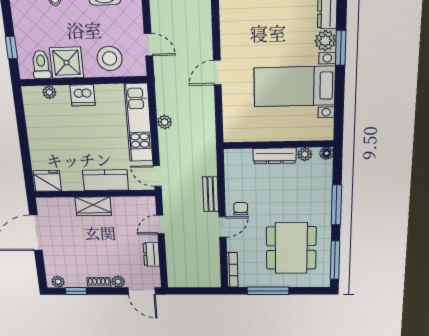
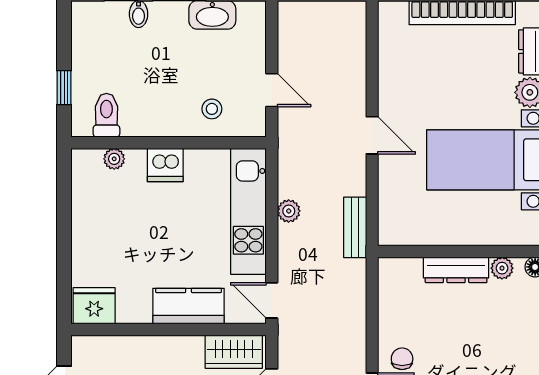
stool: (110, 58) -> (212, 109), width x0.53, depth x0.53
shower: (66, 63) -> (146, 113), removed
door: (217, 73) -> (372, 135), swing flipped
bench: (211, 194) -> (355, 227), moved
wardrobe: (93, 206) -> (234, 352), moved

